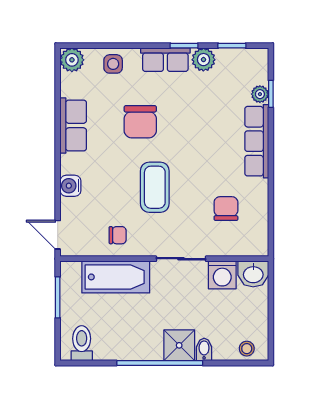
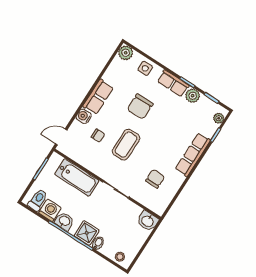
plant: (260, 94) -> (219, 118), moved
row of seats: (73, 126) -> (98, 97), moved
door: (58, 235) -> (61, 137), hinge flipped
chair: (118, 235) -> (98, 136), moved
washing machine: (222, 275) -> (50, 210), moved, turned 180
washbasin: (138, 349) -> (64, 221), added

